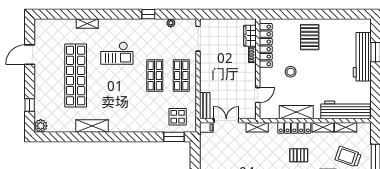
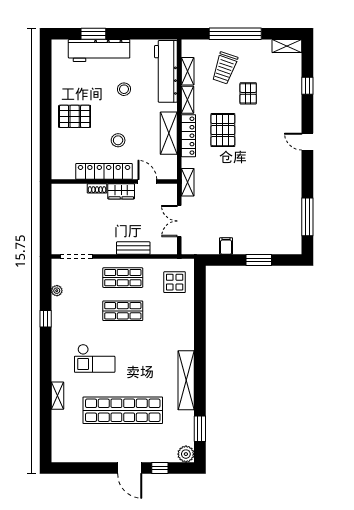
wardrobe: (250, 36) -> (121, 191), moved
locker: (266, 45) -> (104, 171), moved
checkout: (117, 53) -> (95, 358), turned 90
door: (30, 55) -> (130, 468), moved
stool: (331, 76) -> (124, 89), added
bench: (205, 106) -> (133, 248), moved
shelving: (92, 126) -> (186, 380), width x1.47
filing cabinet: (206, 127) -> (226, 246), moved
window: (174, 137) -> (200, 429), moved
pallet: (299, 155) -> (223, 130), width x1.50, depth x1.42

